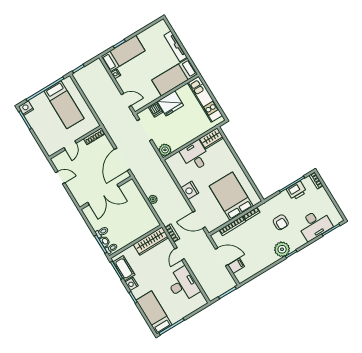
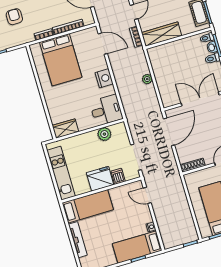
plant: (165, 150) -> (104, 134), moved
desk: (195, 156) -> (106, 110), moved, turned -90

